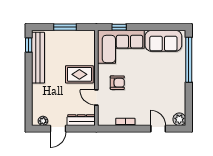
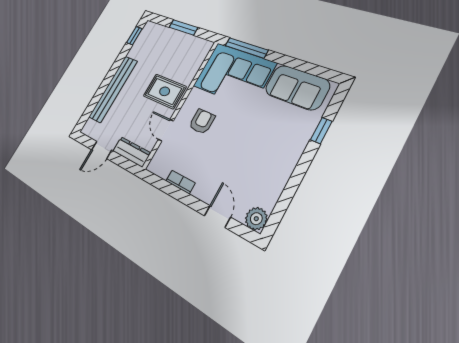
window: (119, 27) -> (246, 48), width x2.17
bench: (38, 58) -> (113, 89), moved
window: (189, 60) -> (321, 131), width x0.32
armchair: (117, 83) -> (202, 122), turned -90
plant: (43, 121) -> (93, 132), removed

